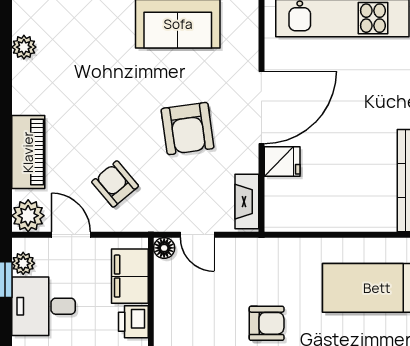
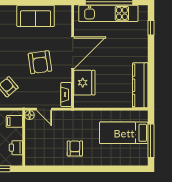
fridge: (282, 161) -> (84, 83), width x1.88, depth x1.34
filing cabinet: (130, 276) -> (14, 121), width x0.50
armchair: (267, 323) -> (75, 148), turned -90

